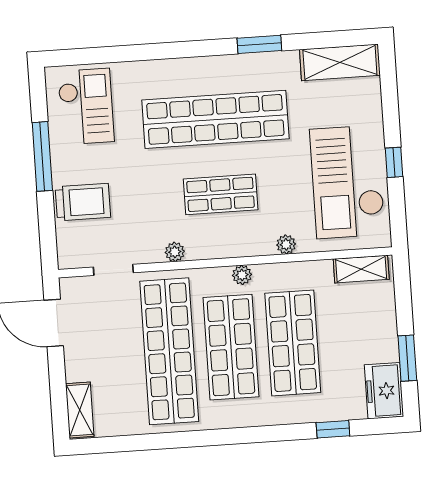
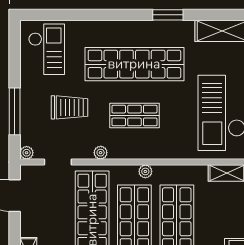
window: (42, 156) -> (15, 111), moved
trolley: (83, 202) -> (70, 107), moved
plant: (286, 244) -> (27, 153), moved

